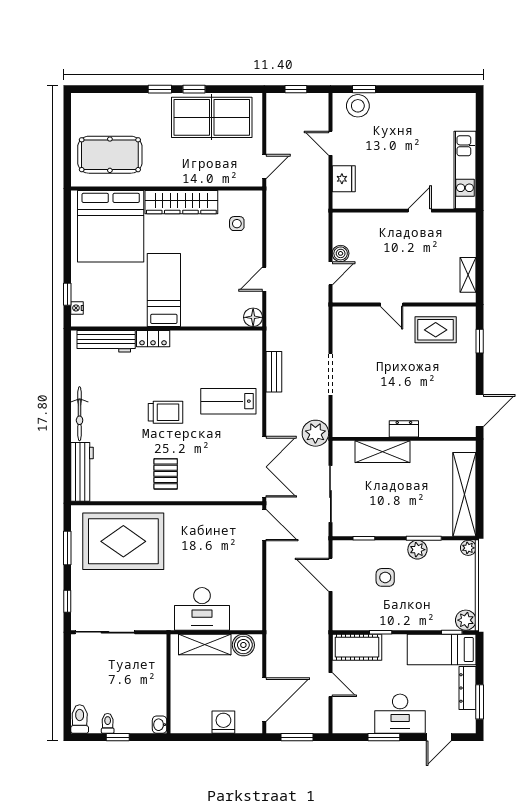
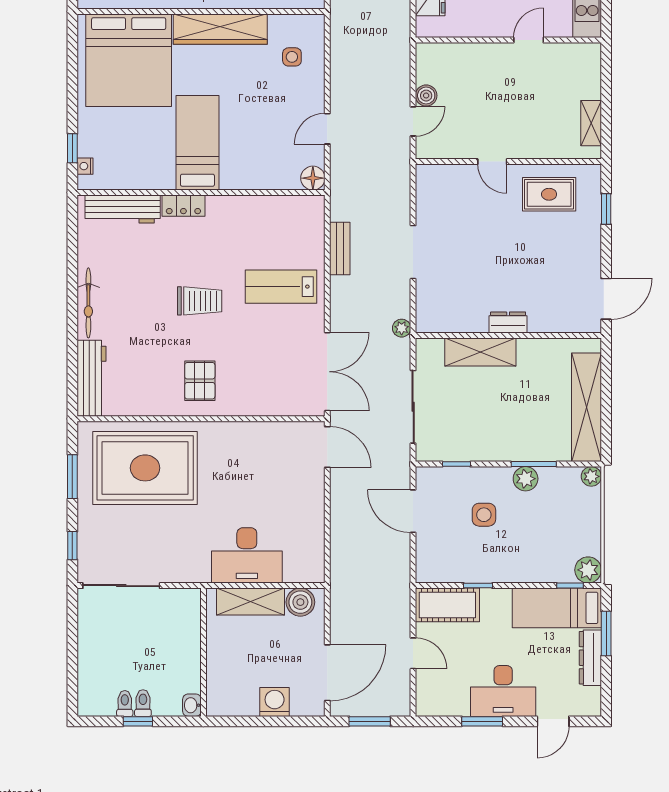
plant: (315, 433) -> (402, 328), width x0.53, depth x0.53
window: (480, 702) -> (606, 634), moved
toilet: (80, 719) -> (143, 703), moved, width x0.73, depth x0.72

